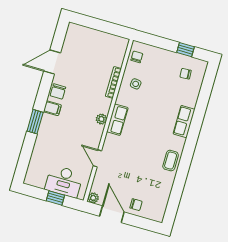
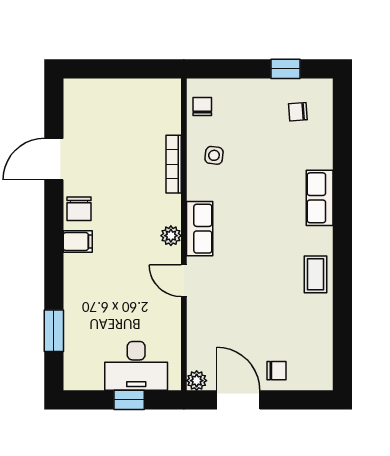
window: (35, 122) -> (54, 331), moved
door: (97, 158) -> (184, 281), moved

